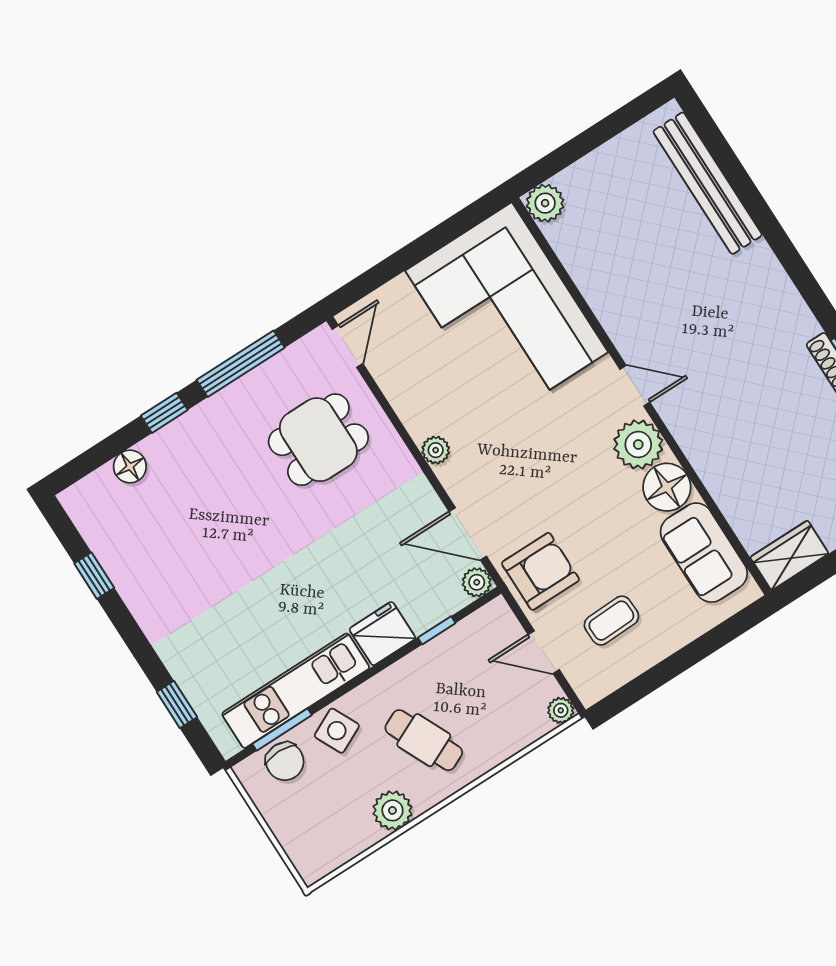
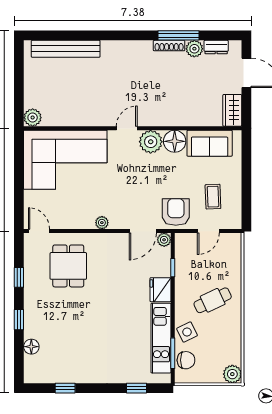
window: (241, 364) -> (19, 277), width x0.46
plant: (561, 710) -> (235, 239), removed
plant: (392, 810) -> (232, 374), moved

